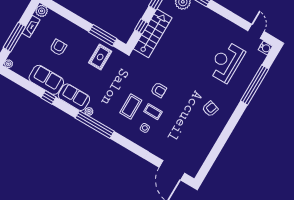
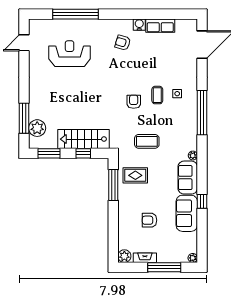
water cooler: (265, 48) -> (139, 25), moved
reception desk: (226, 62) -> (70, 54), turned 180
coffee table: (131, 107) -> (147, 141), moved
window: (95, 125) -> (202, 113), moved
row of seats: (206, 146) -> (160, 26), added

